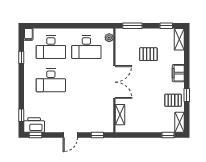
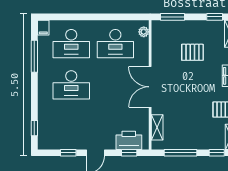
window: (21, 57) -> (34, 56), width x2.17
double door: (114, 82) -> (150, 87), swing flipped
printer: (34, 125) -> (129, 140), moved
window: (36, 135) -> (68, 153), moved
window: (139, 135) -> (180, 153), added

